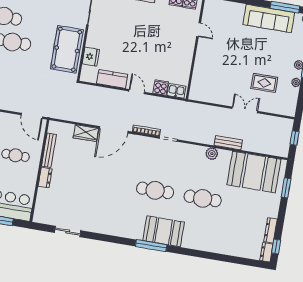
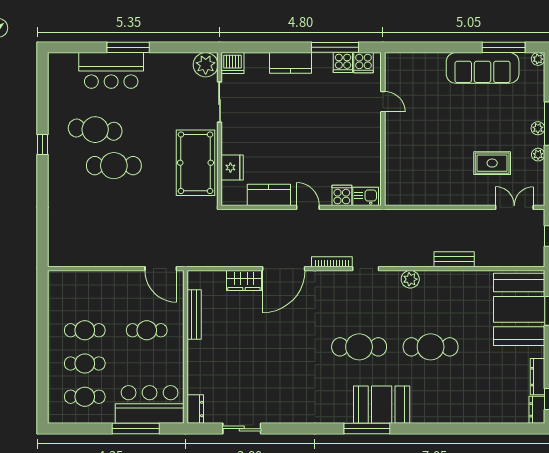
double door: (245, 110) -> (514, 207), moved
plant: (212, 154) -> (410, 279), moved
booth: (254, 172) -> (519, 309), moved, turned 90
dresser: (45, 177) -> (195, 409), moved

